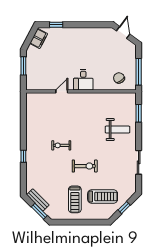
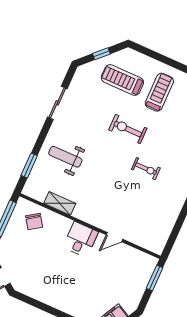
window: (23, 66) -> (155, 278), moved
shelving: (107, 97) -> (60, 203), added

